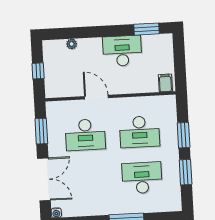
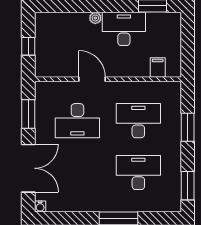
plant: (72, 44) -> (95, 18), moved
filing cabinet: (165, 83) -> (158, 67), moved
desk: (140, 132) -> (138, 121), turned 180
window: (186, 172) -> (188, 186), moved

